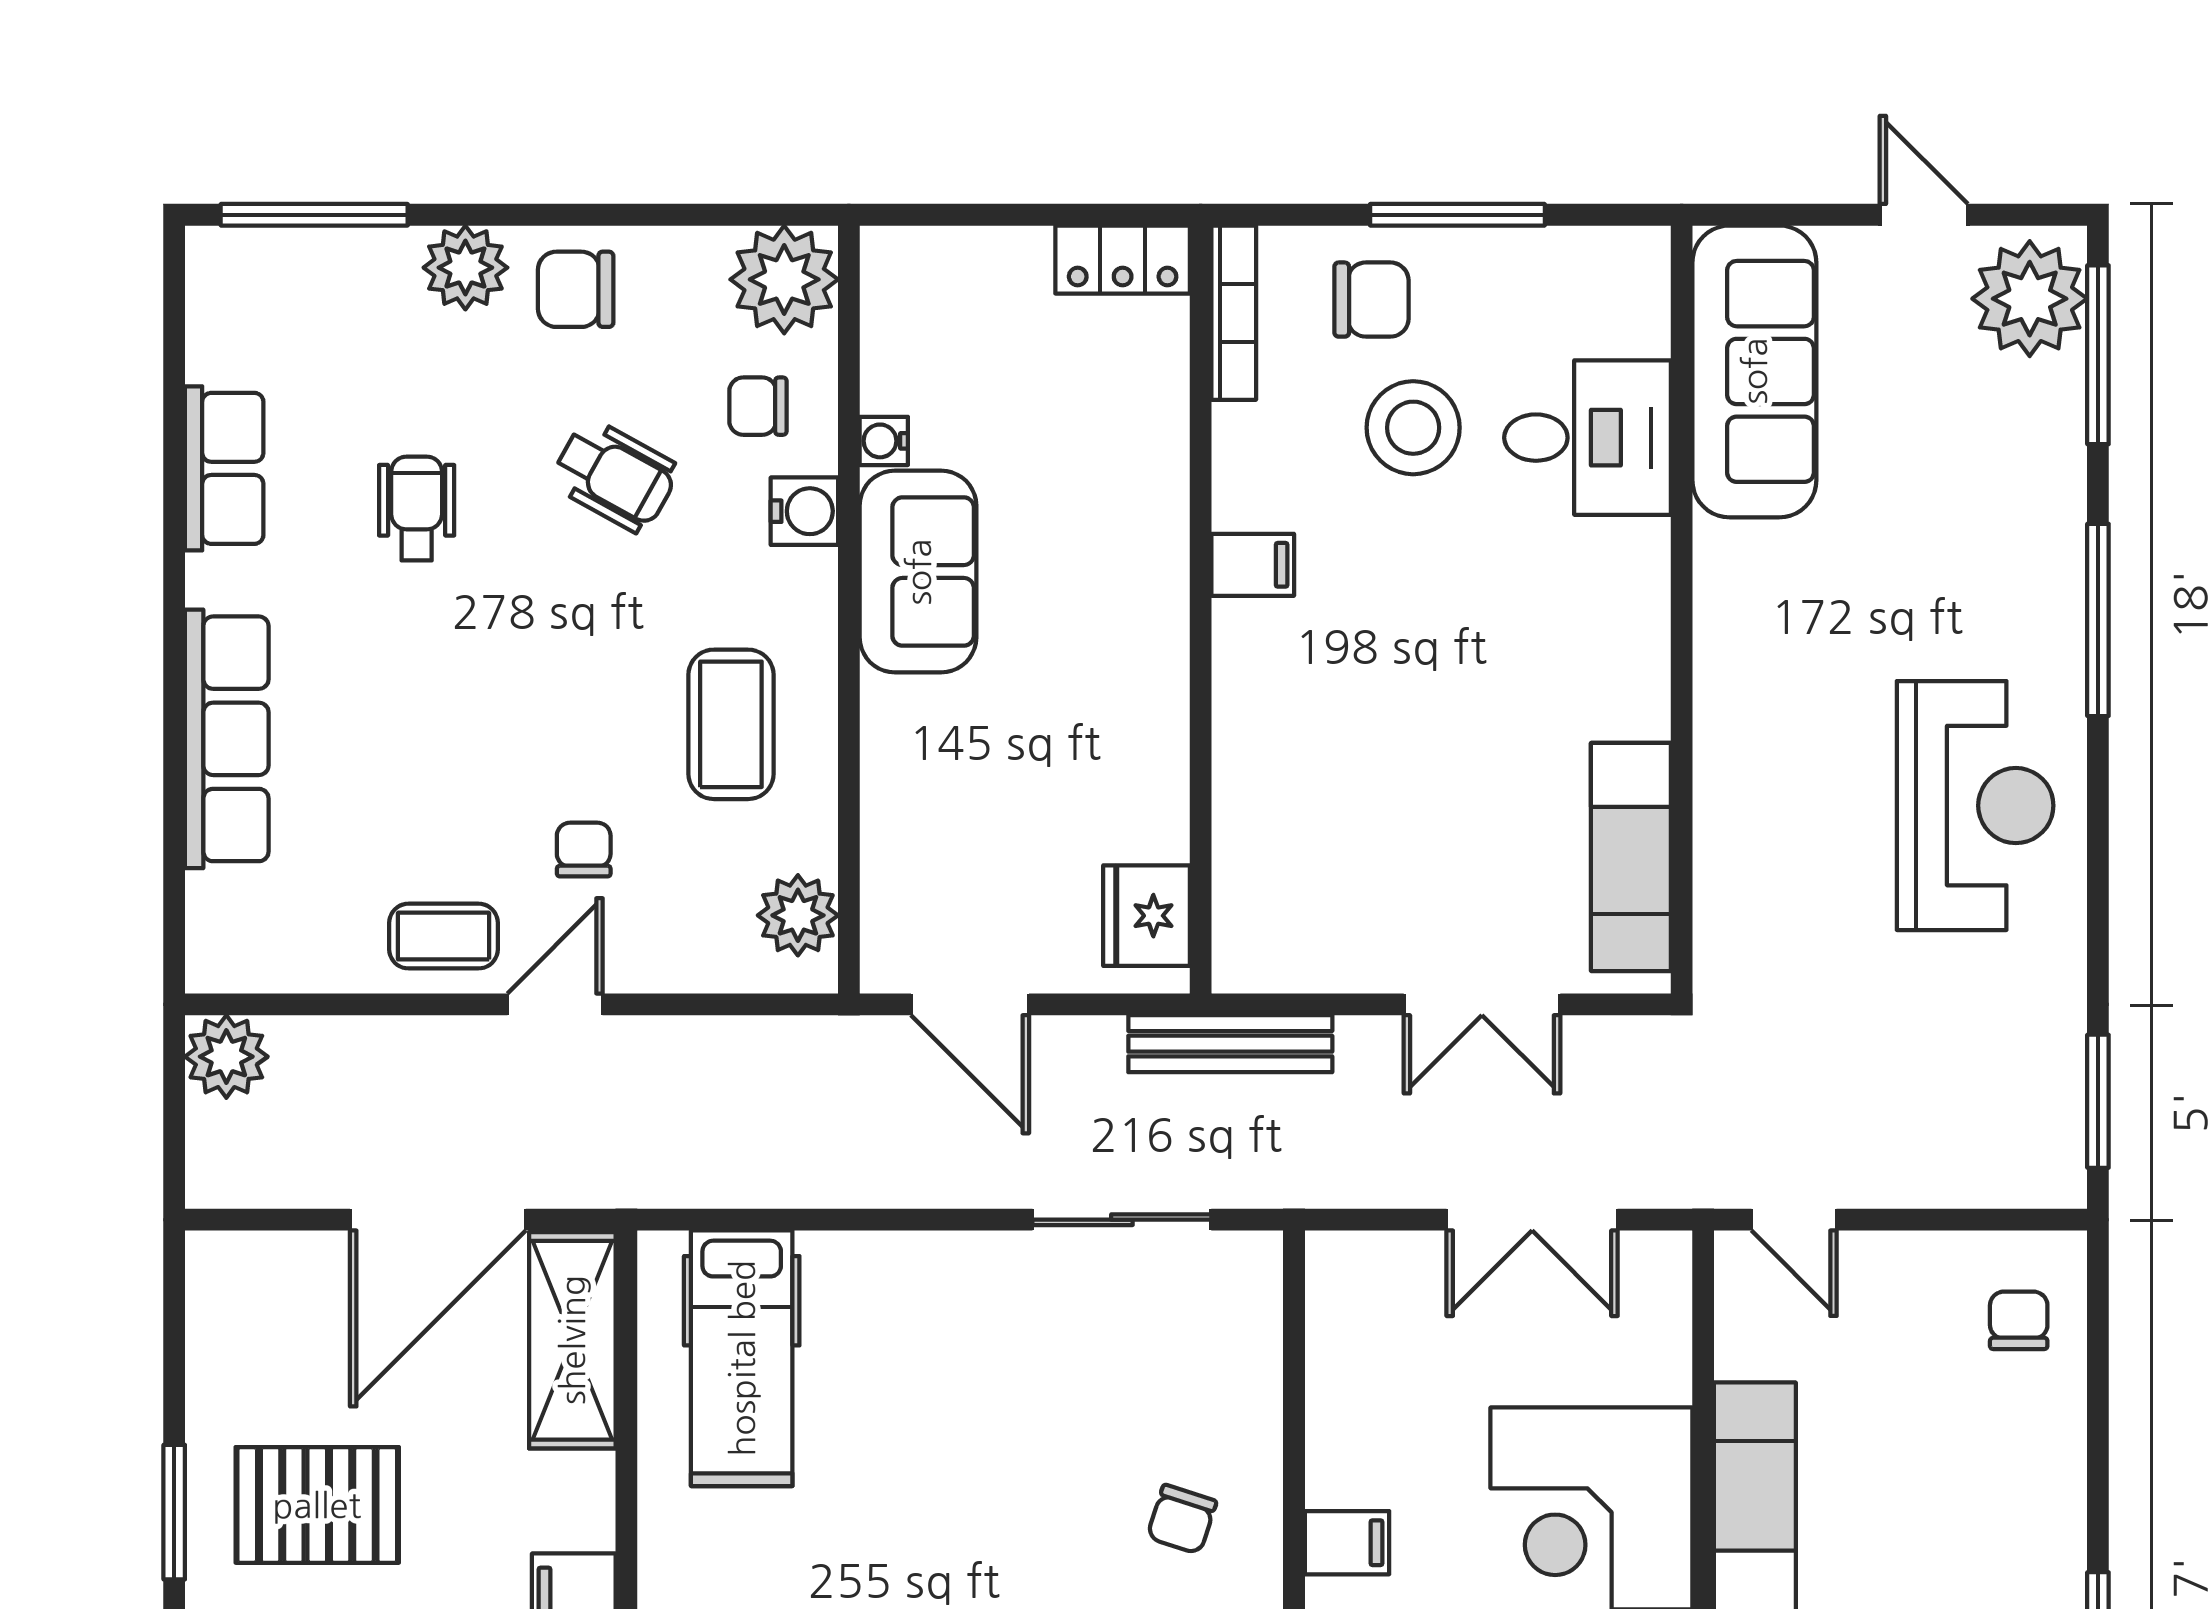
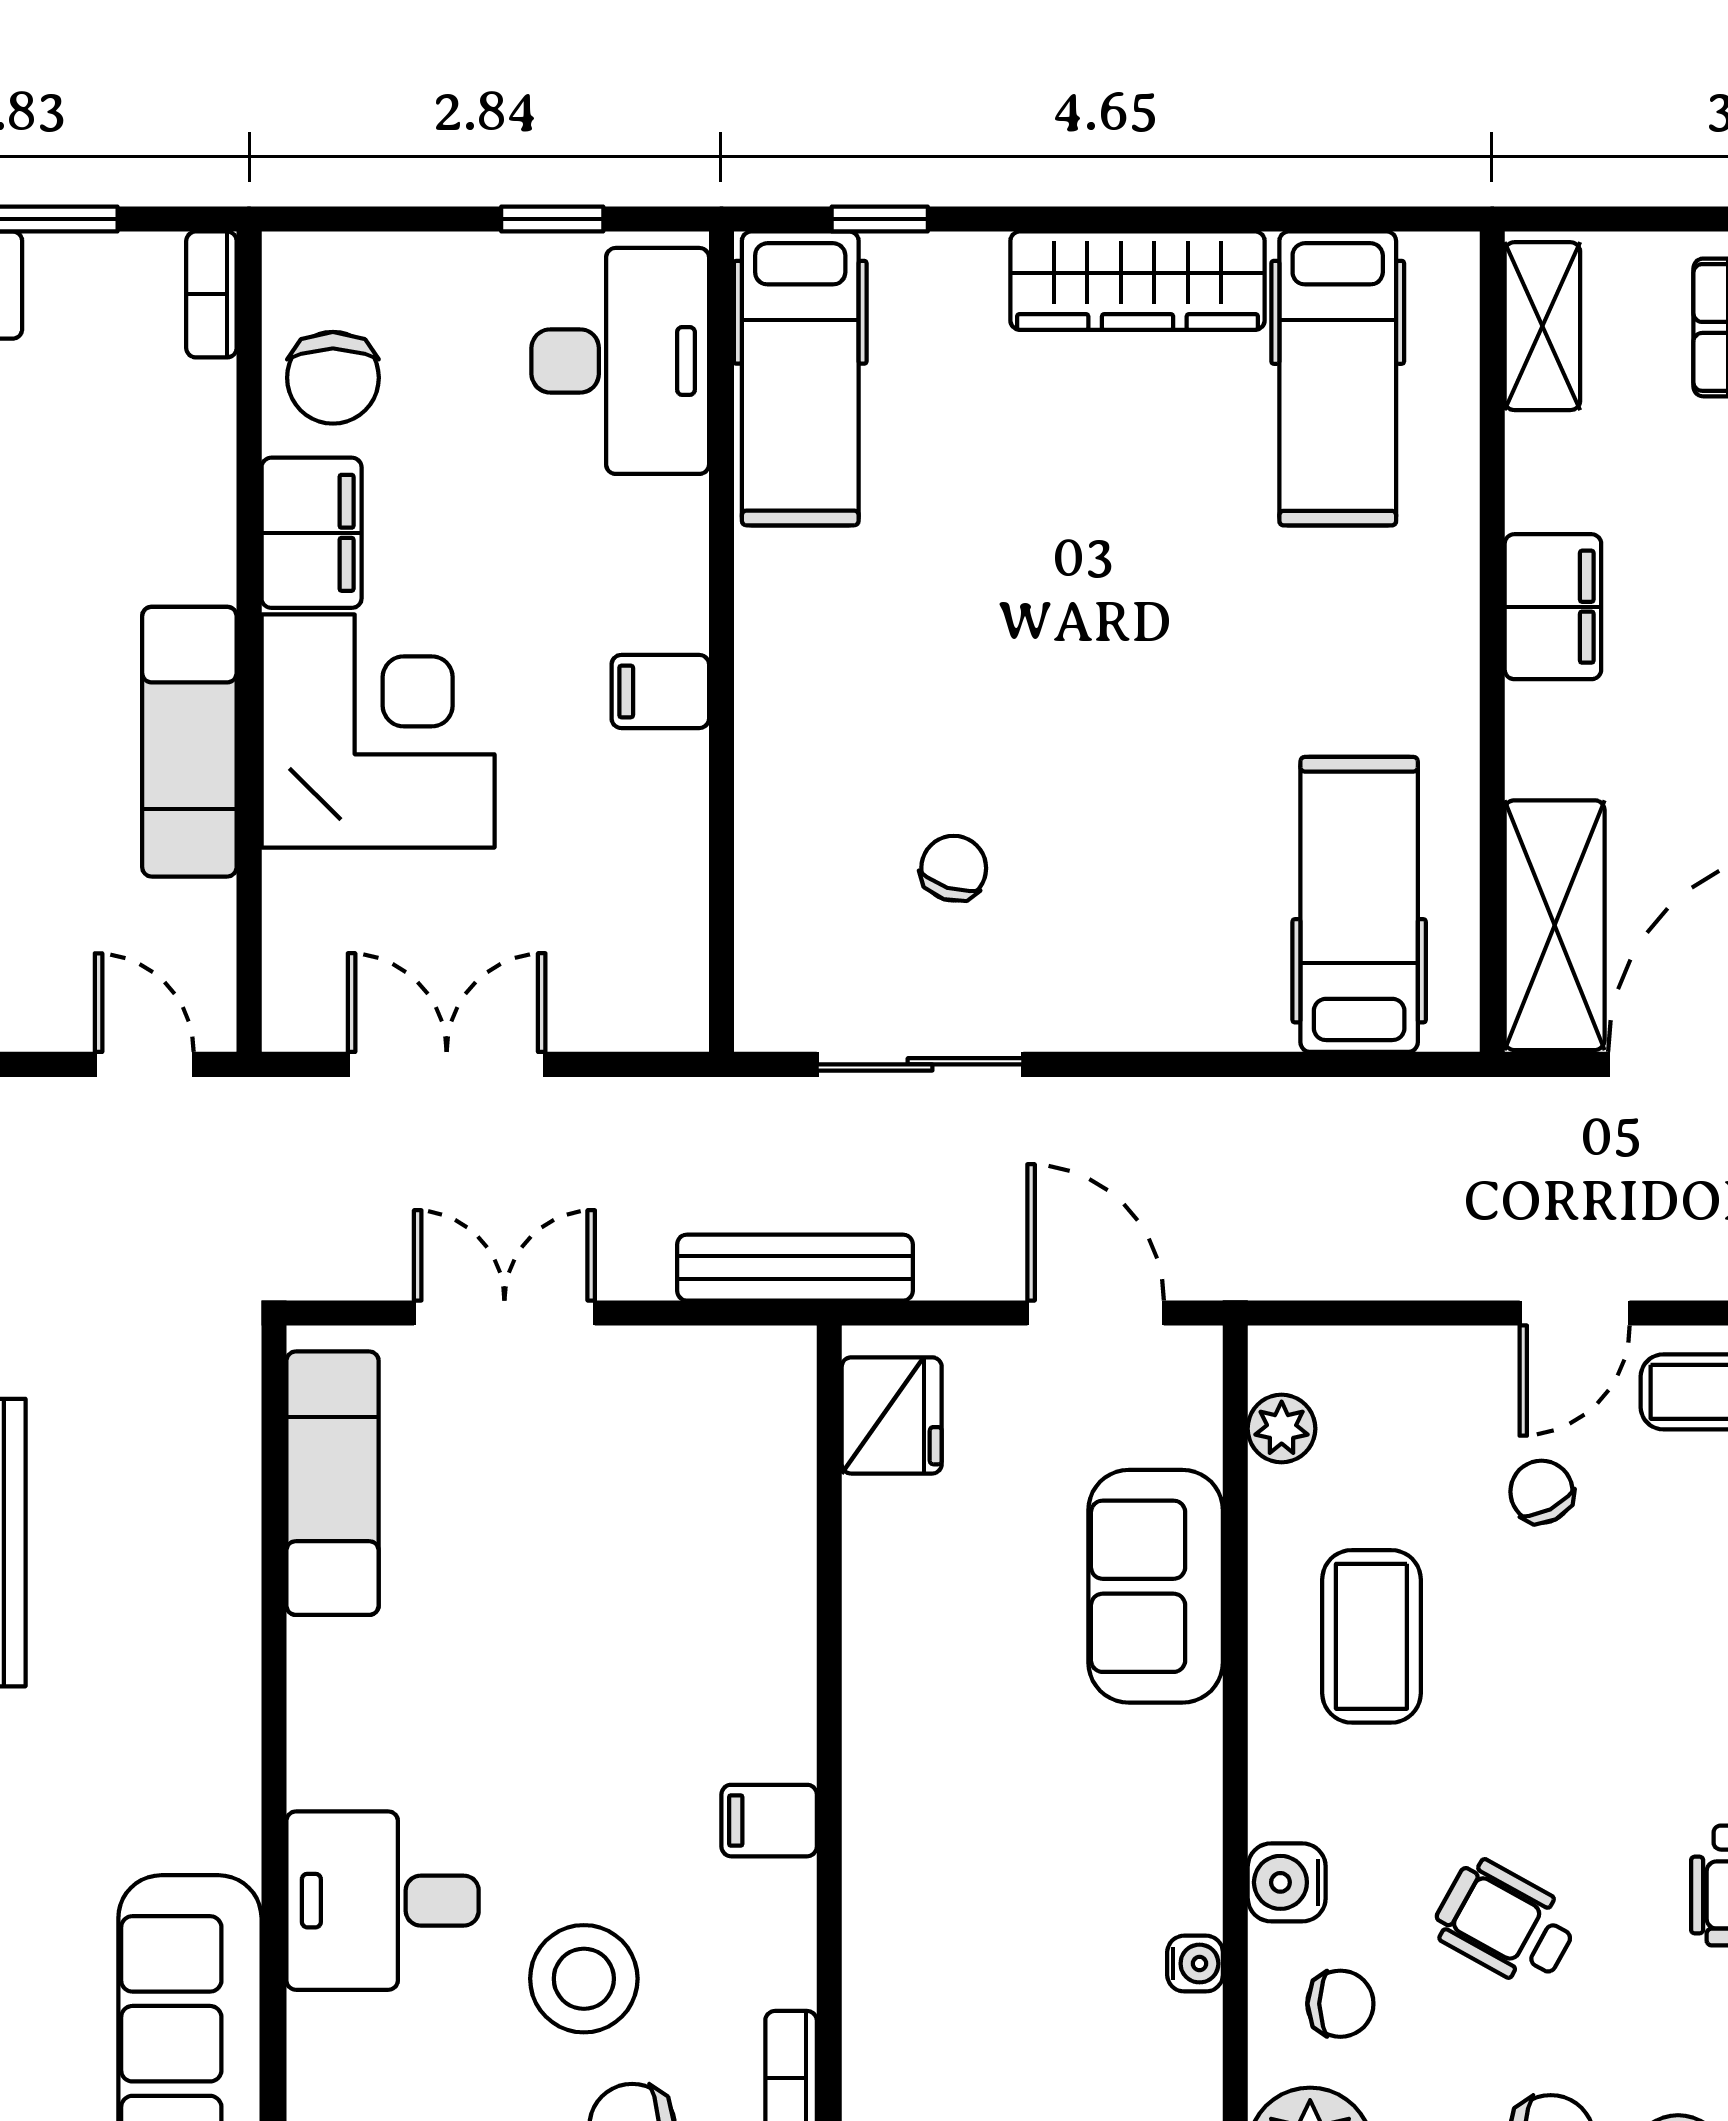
desk: (1588, 438) -> (383, 1901), moved
sofa: (918, 572) -> (1156, 1586), moved
chair: (584, 850) -> (1541, 1492), turned 153
plant: (798, 915) -> (1282, 1429), width x0.73, depth x0.73
chair: (1182, 1519) -> (954, 868), moved

